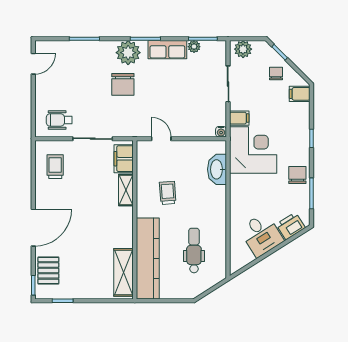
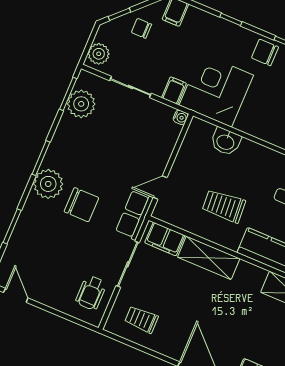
plant: (194, 47) -> (81, 104), width x1.88, depth x1.88
row of seats: (167, 50) -> (134, 215), moved, turned 180
washbasin: (217, 169) -> (226, 142), width x0.72
shelving: (126, 190) -> (209, 258), width x1.50, depth x1.33
trolley: (168, 193) -> (224, 206), width x1.36, depth x1.39

